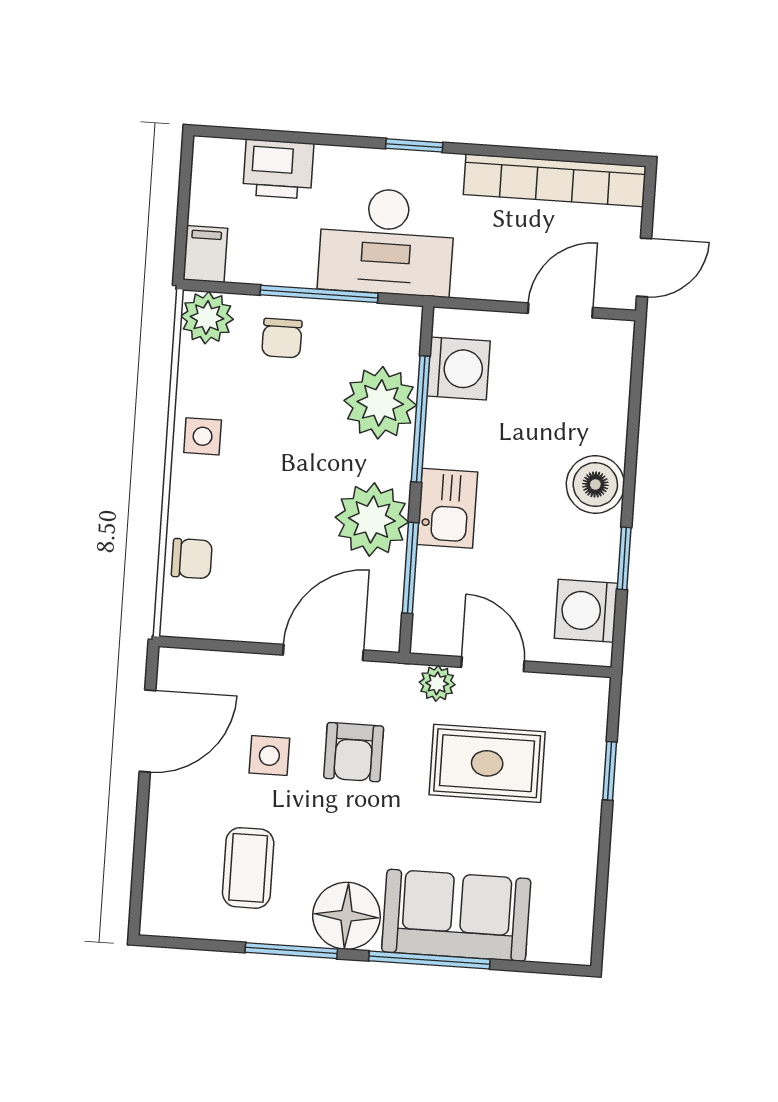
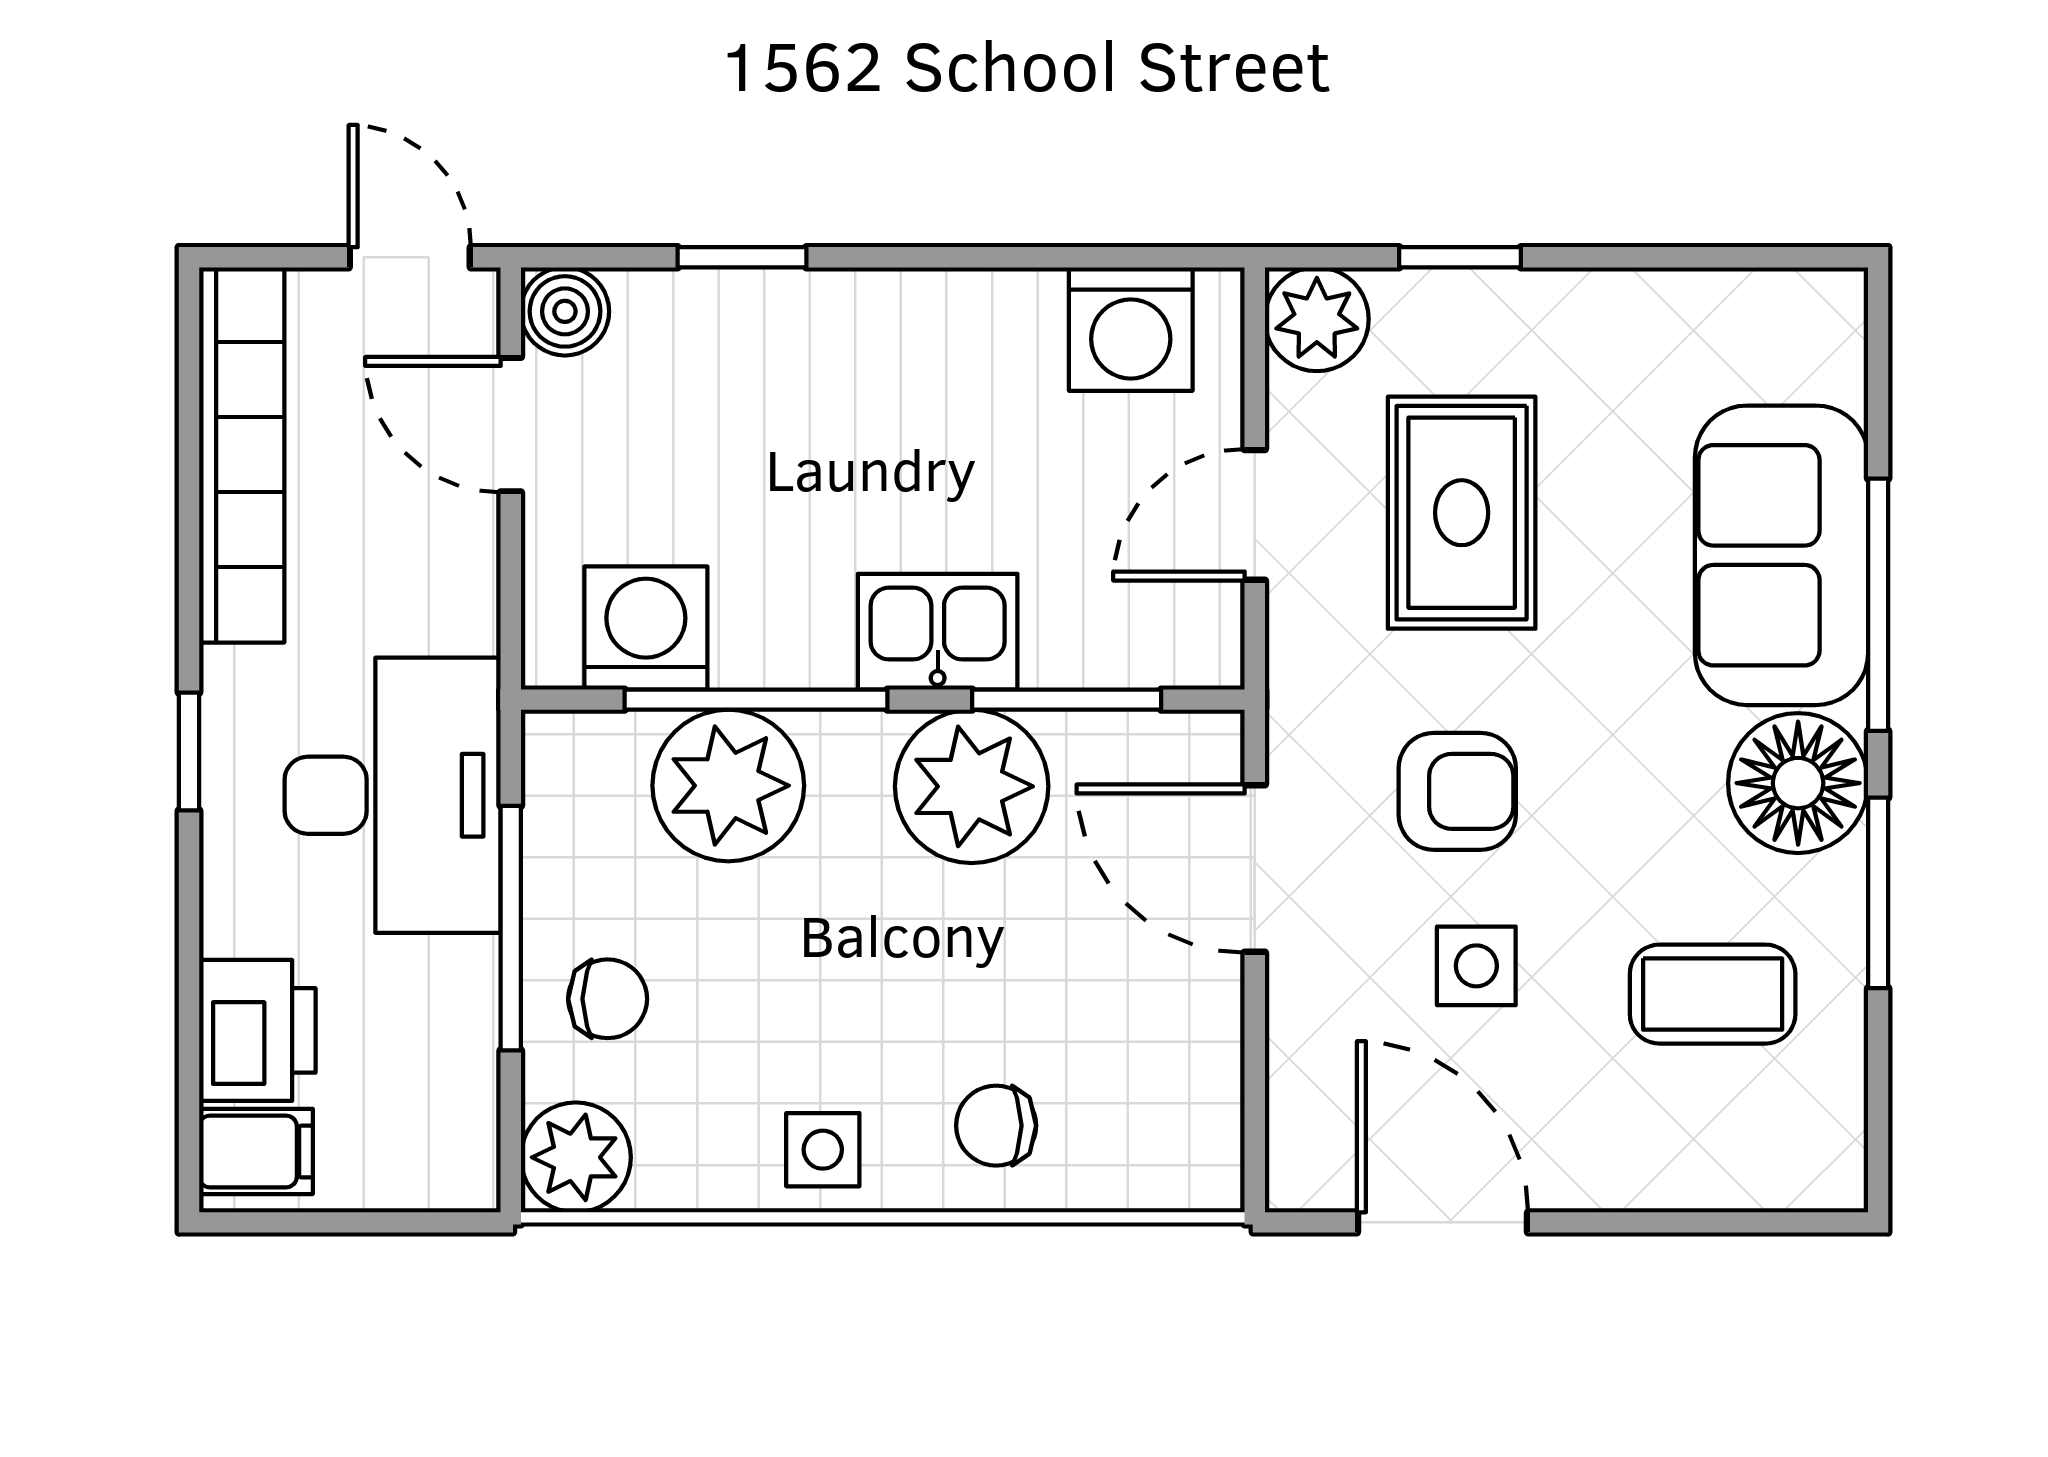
filing cabinet: (205, 254) -> (256, 1151), moved, turned 180
boiler: (595, 485) -> (565, 311), moved, width x0.73, depth x0.73
window: (624, 558) -> (742, 257), moved
chair: (192, 559) -> (996, 1126), moved, turned -90
plant: (437, 683) -> (1317, 319), moved, width x1.38, depth x1.38

